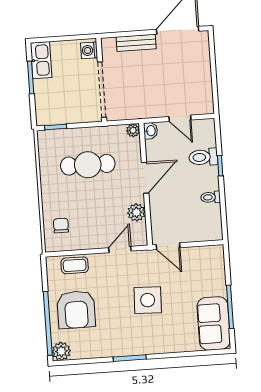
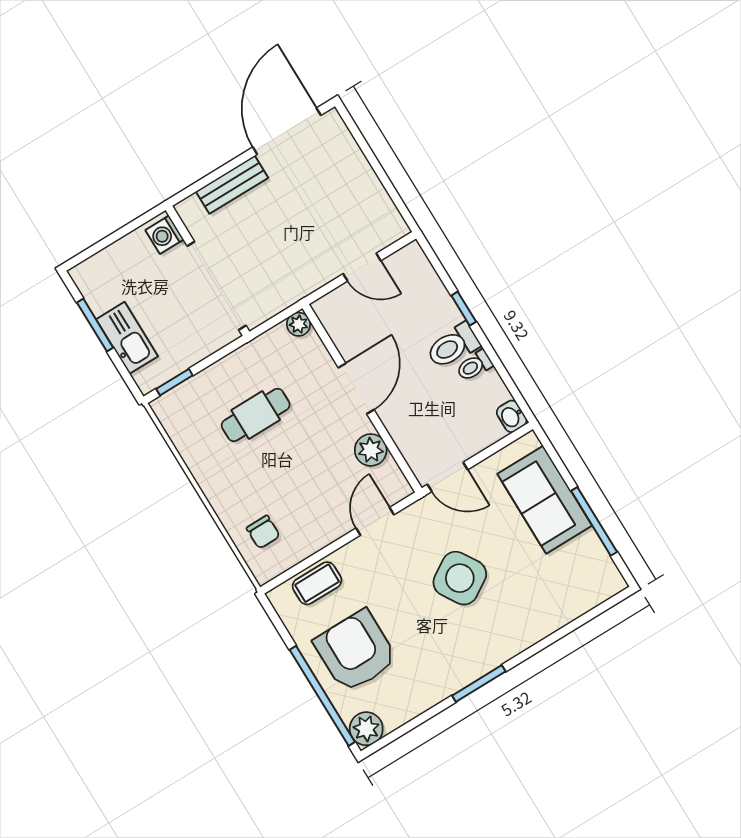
kitchen sink: (41, 60) -> (127, 338), moved
washbasin: (151, 131) -> (512, 416), moved, turned 180
toilet: (203, 157) -> (453, 346), moved
cafe table: (88, 165) -> (256, 415), width x0.73, depth x0.74
chair: (61, 226) -> (263, 532), turned 180
side table: (148, 300) -> (460, 578), turned -34
armchair: (76, 310) -> (356, 651), turned 180
sofa: (214, 323) -> (545, 500), moved

